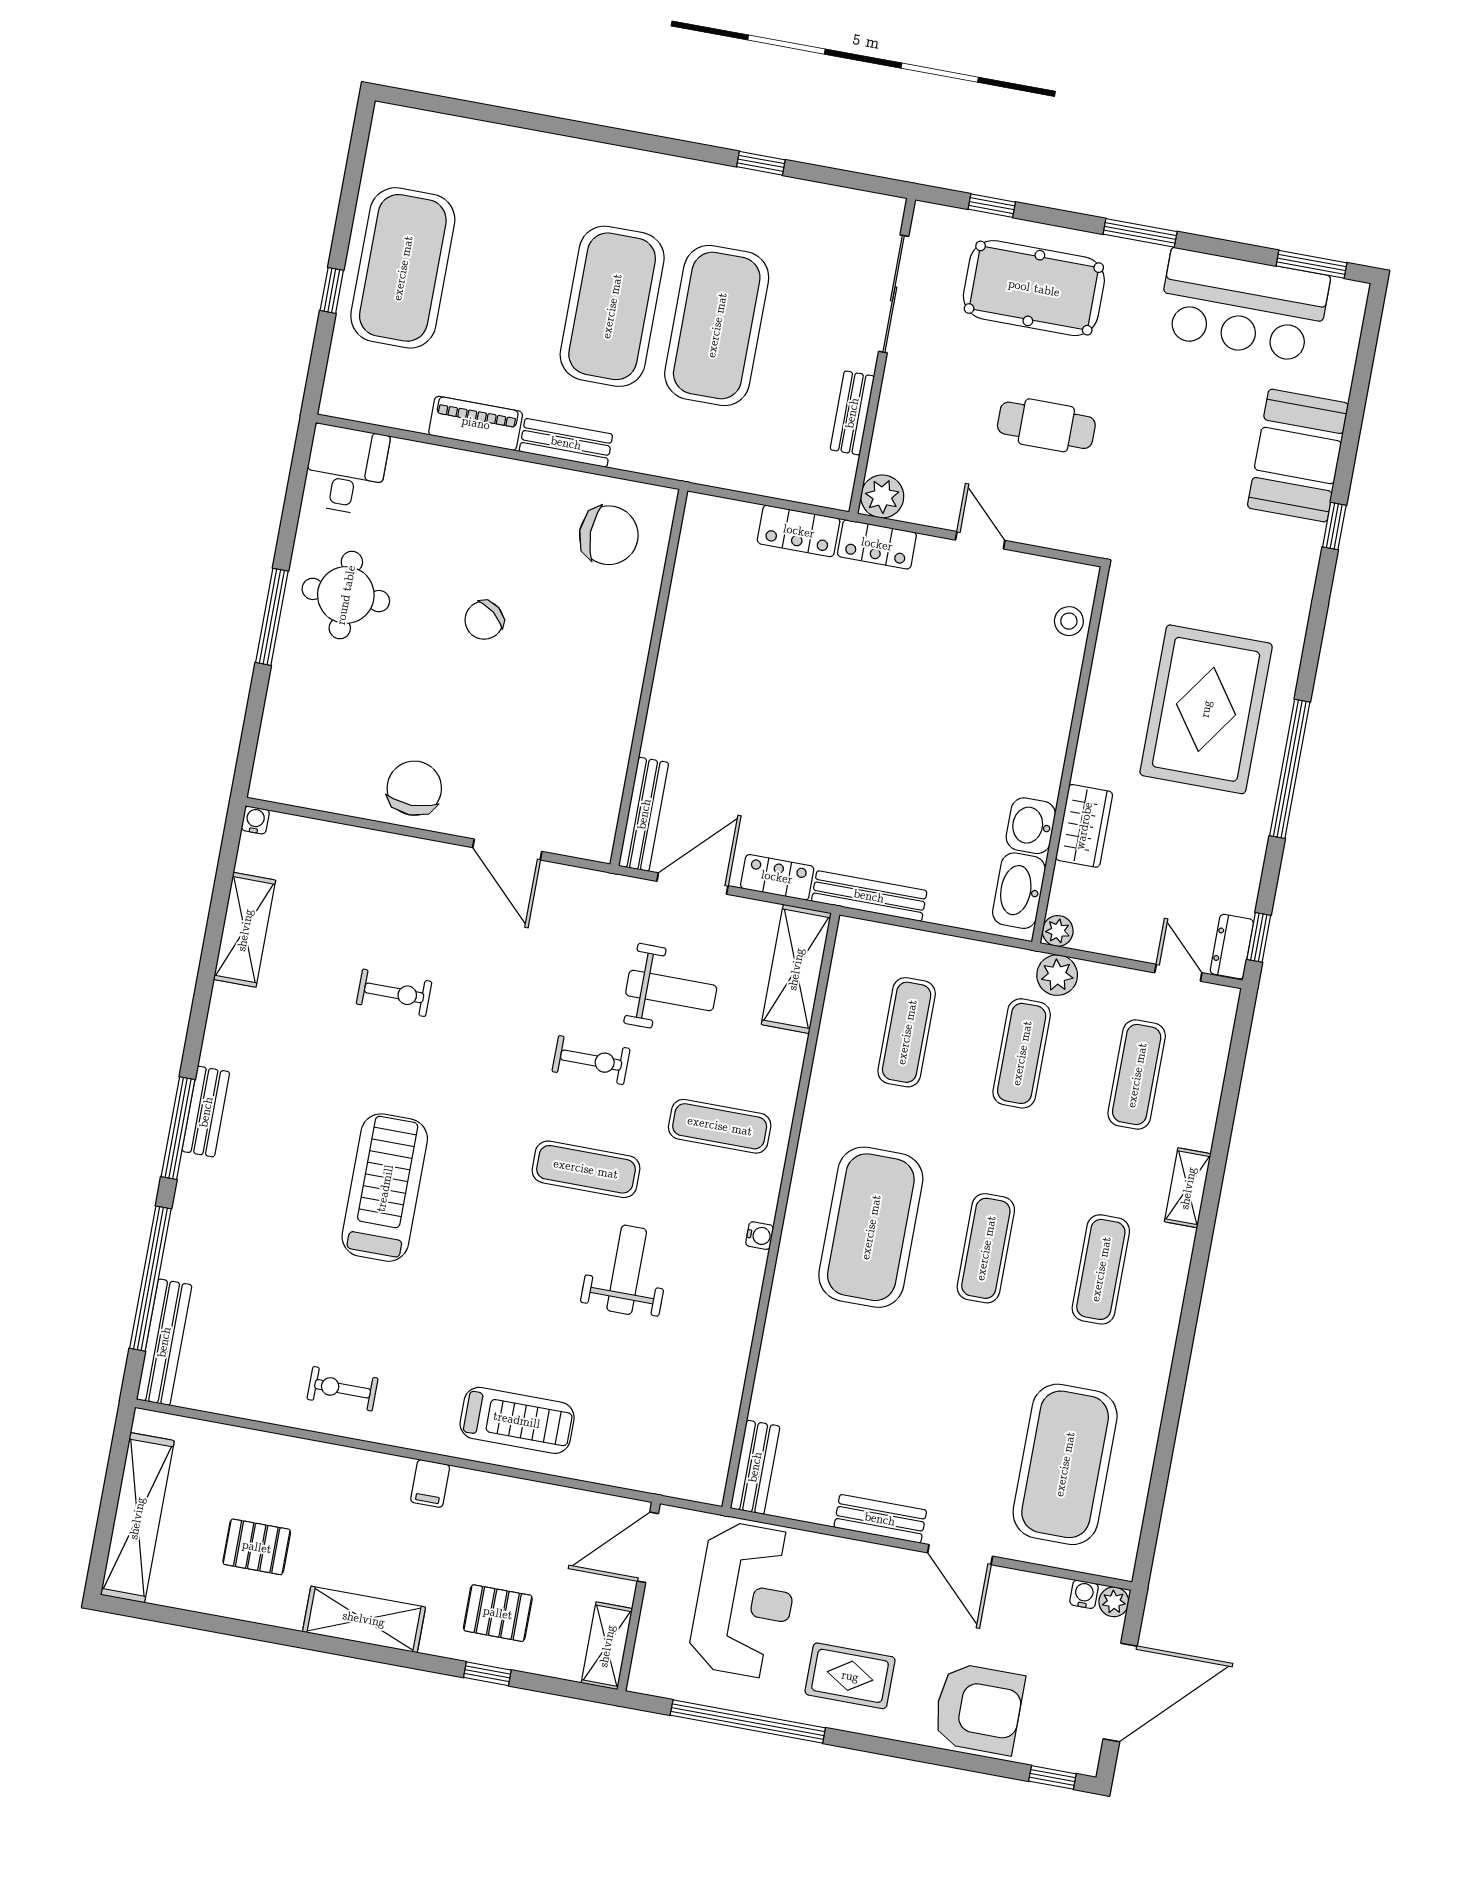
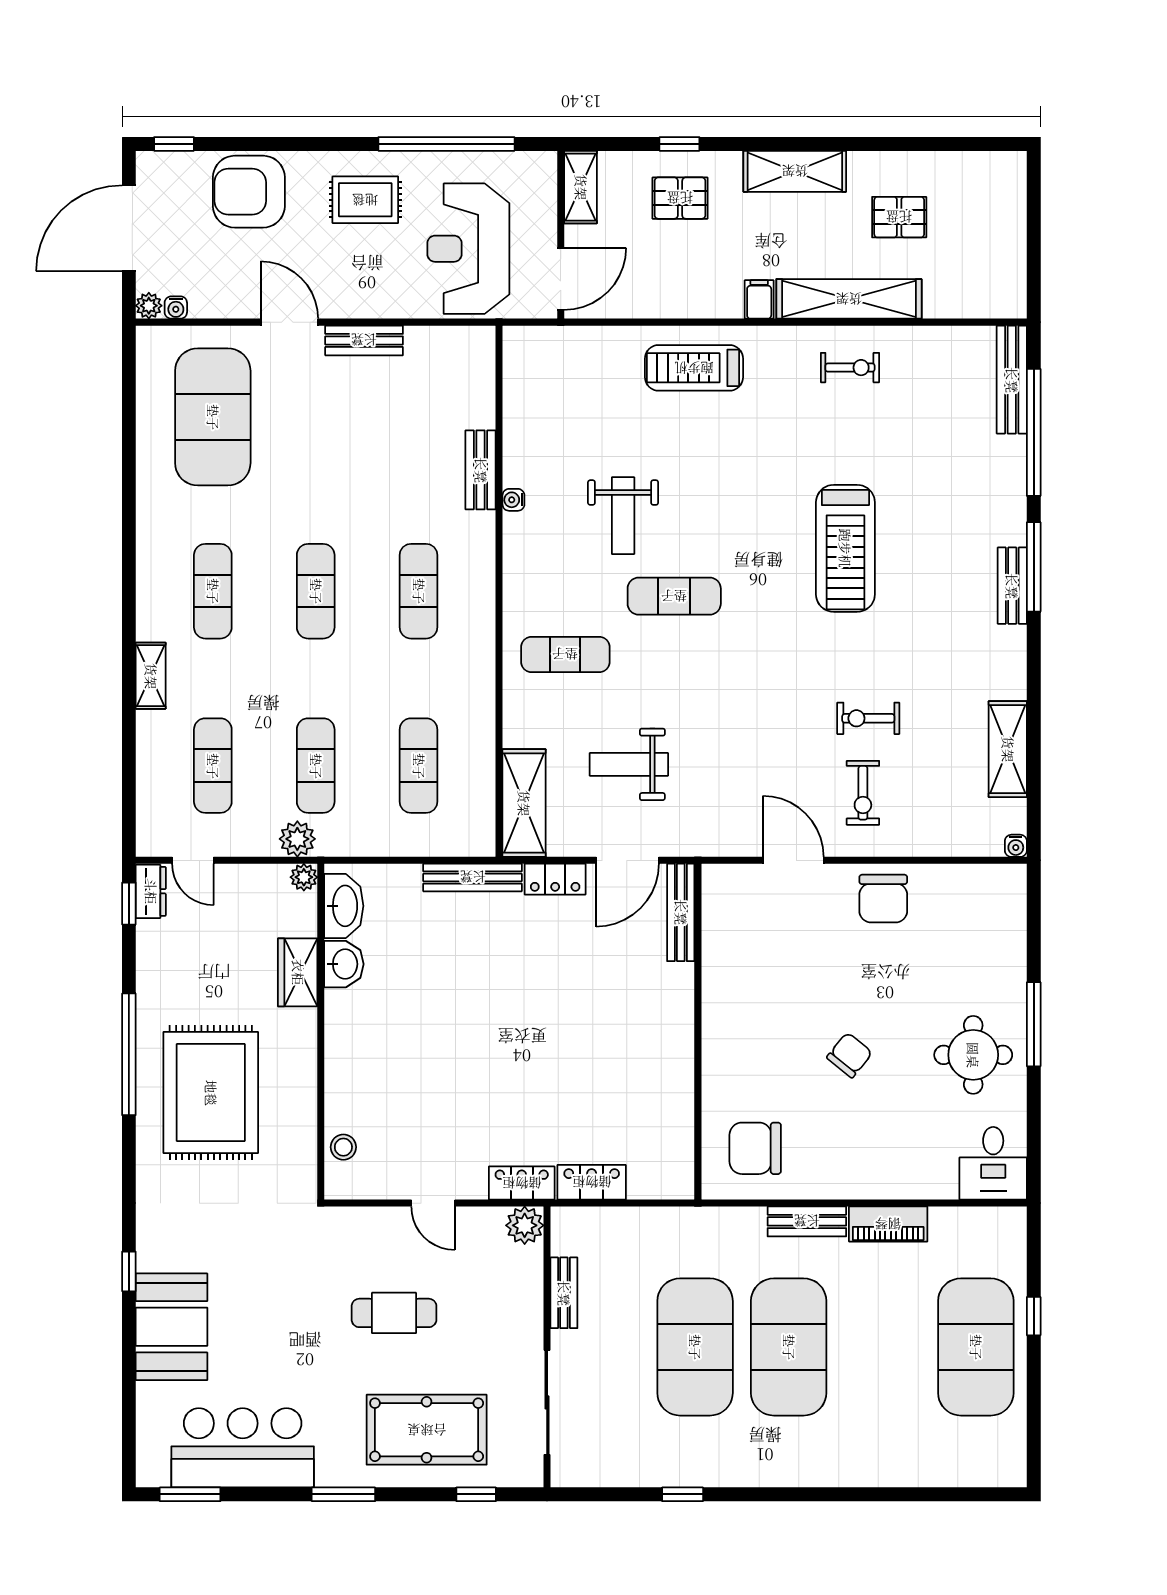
exercise bike: (591, 1060) -> (863, 793), moved, turned -90
exercise mat: (871, 1227) -> (419, 591), width x0.50, depth x0.69
water cooler: (760, 1236) -> (513, 500), moved
bench: (755, 1467) -> (481, 470), moved
shelving: (137, 1518) -> (849, 299), moved, turned 90

